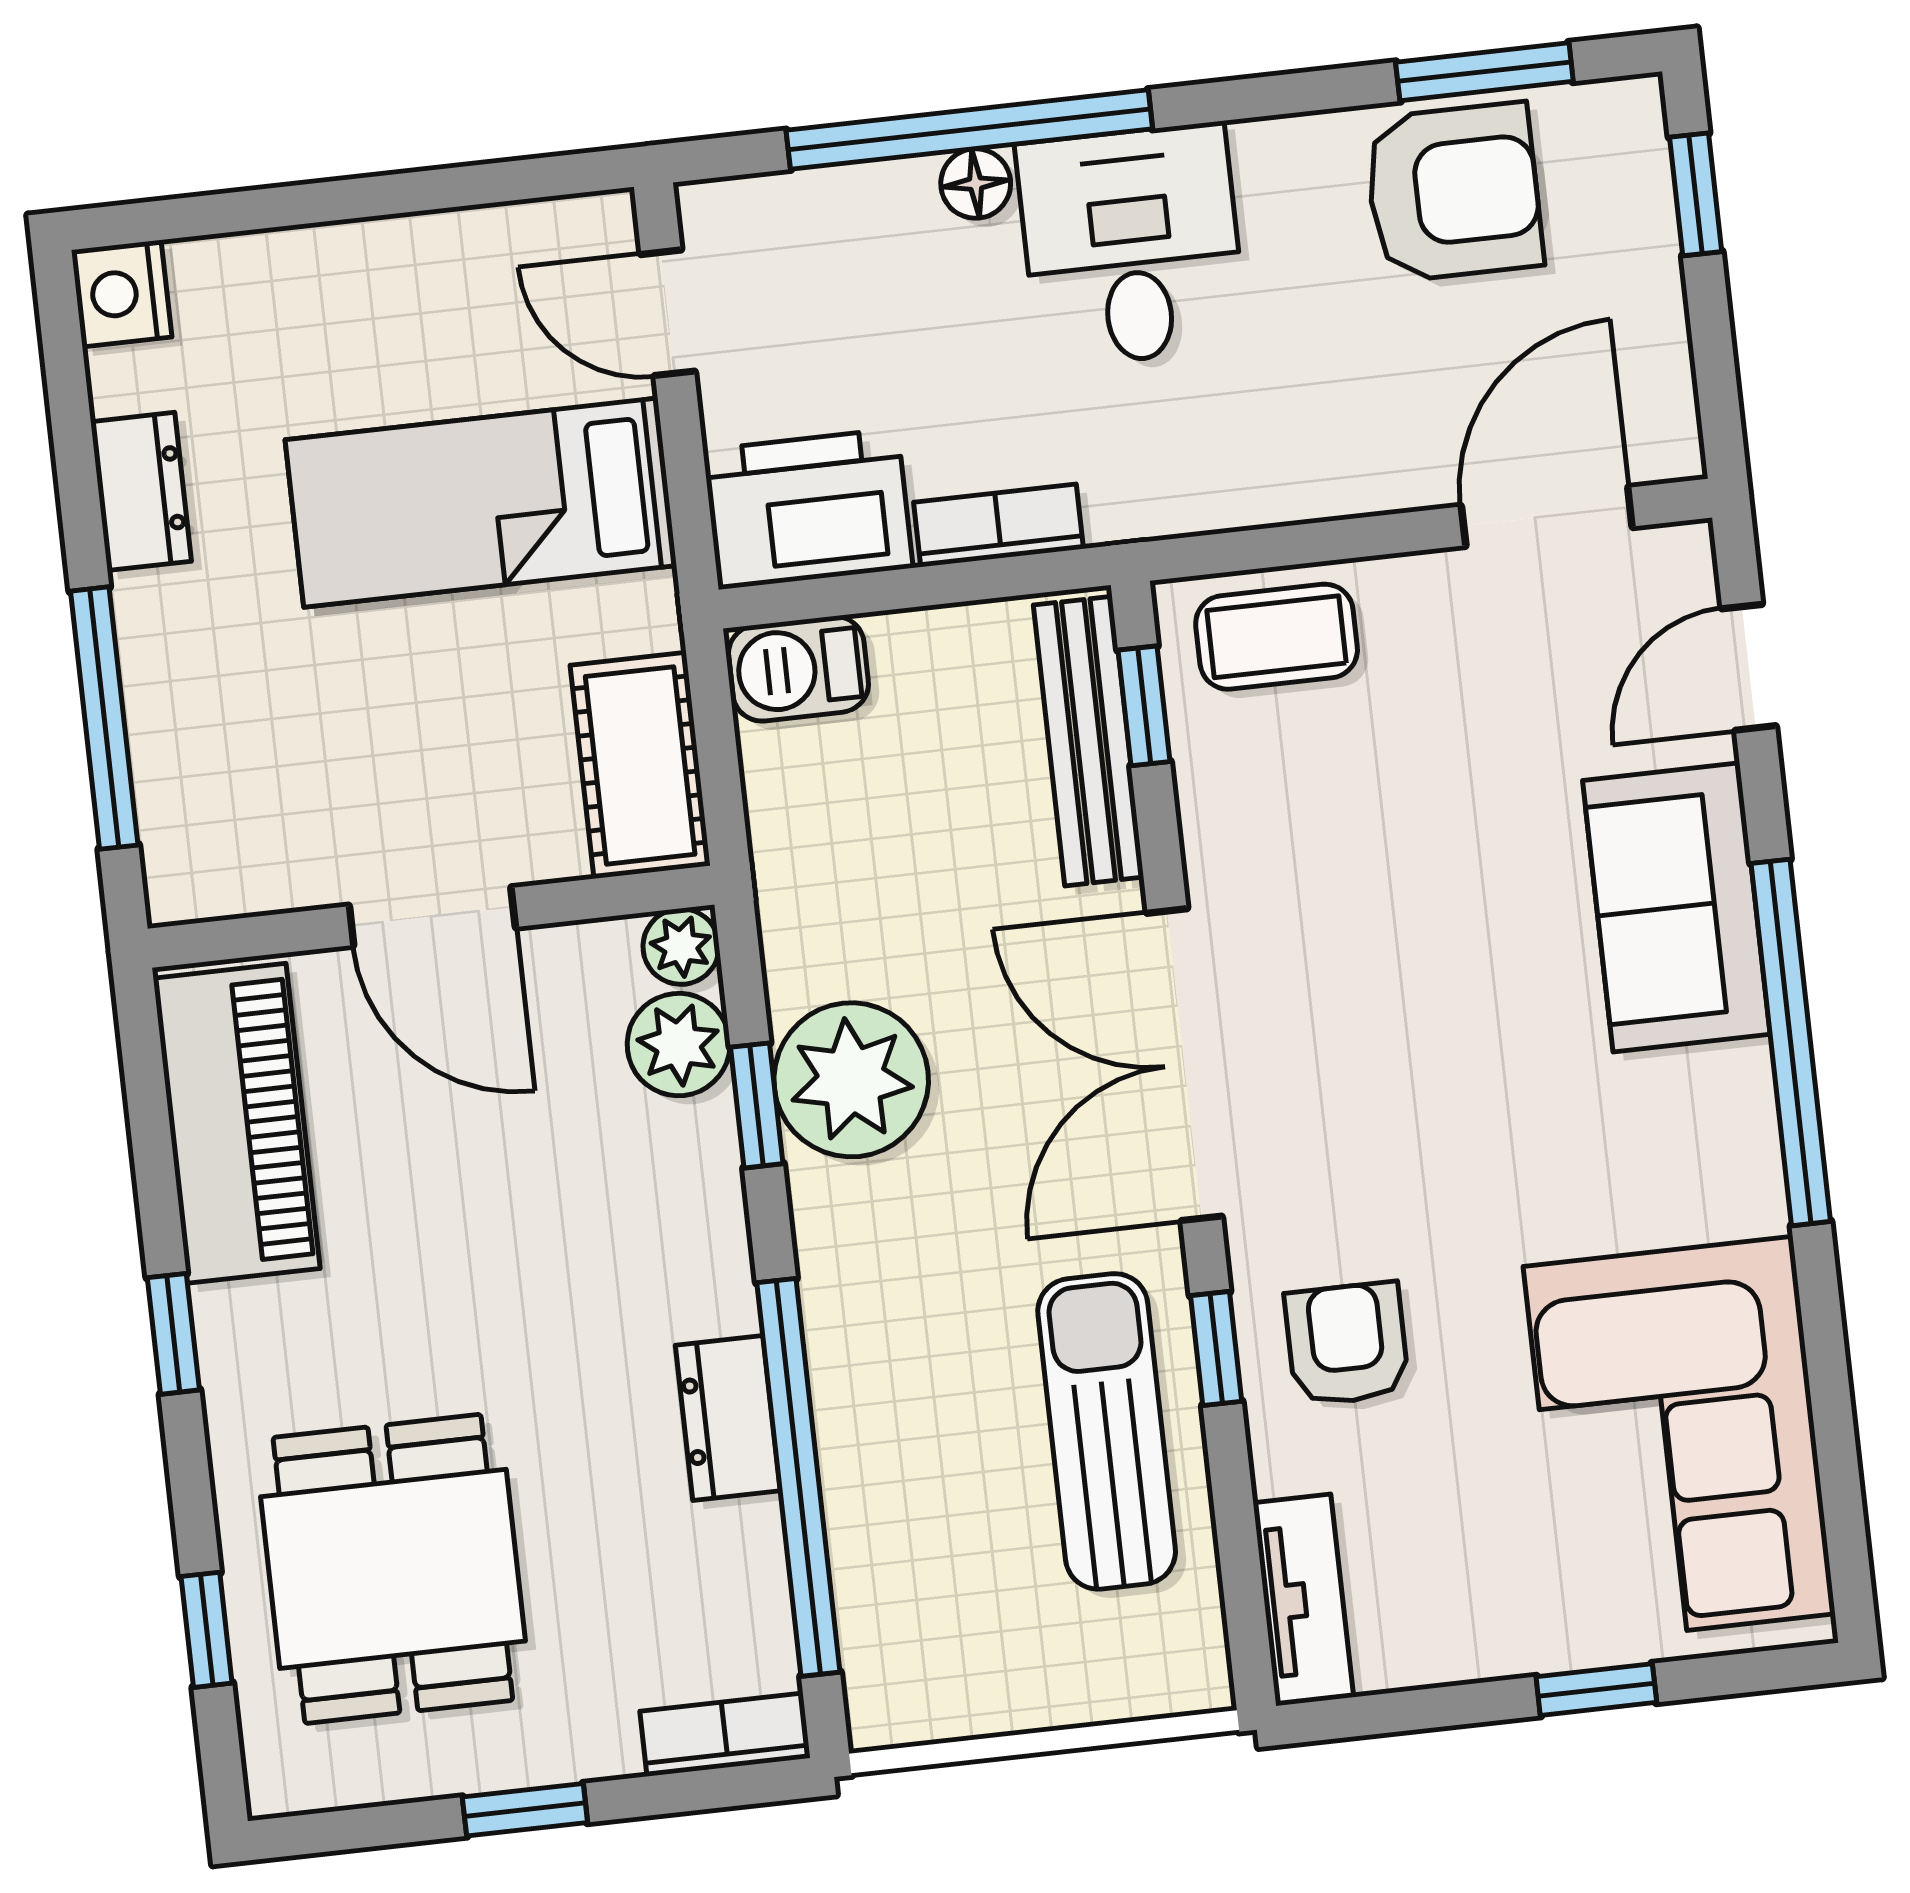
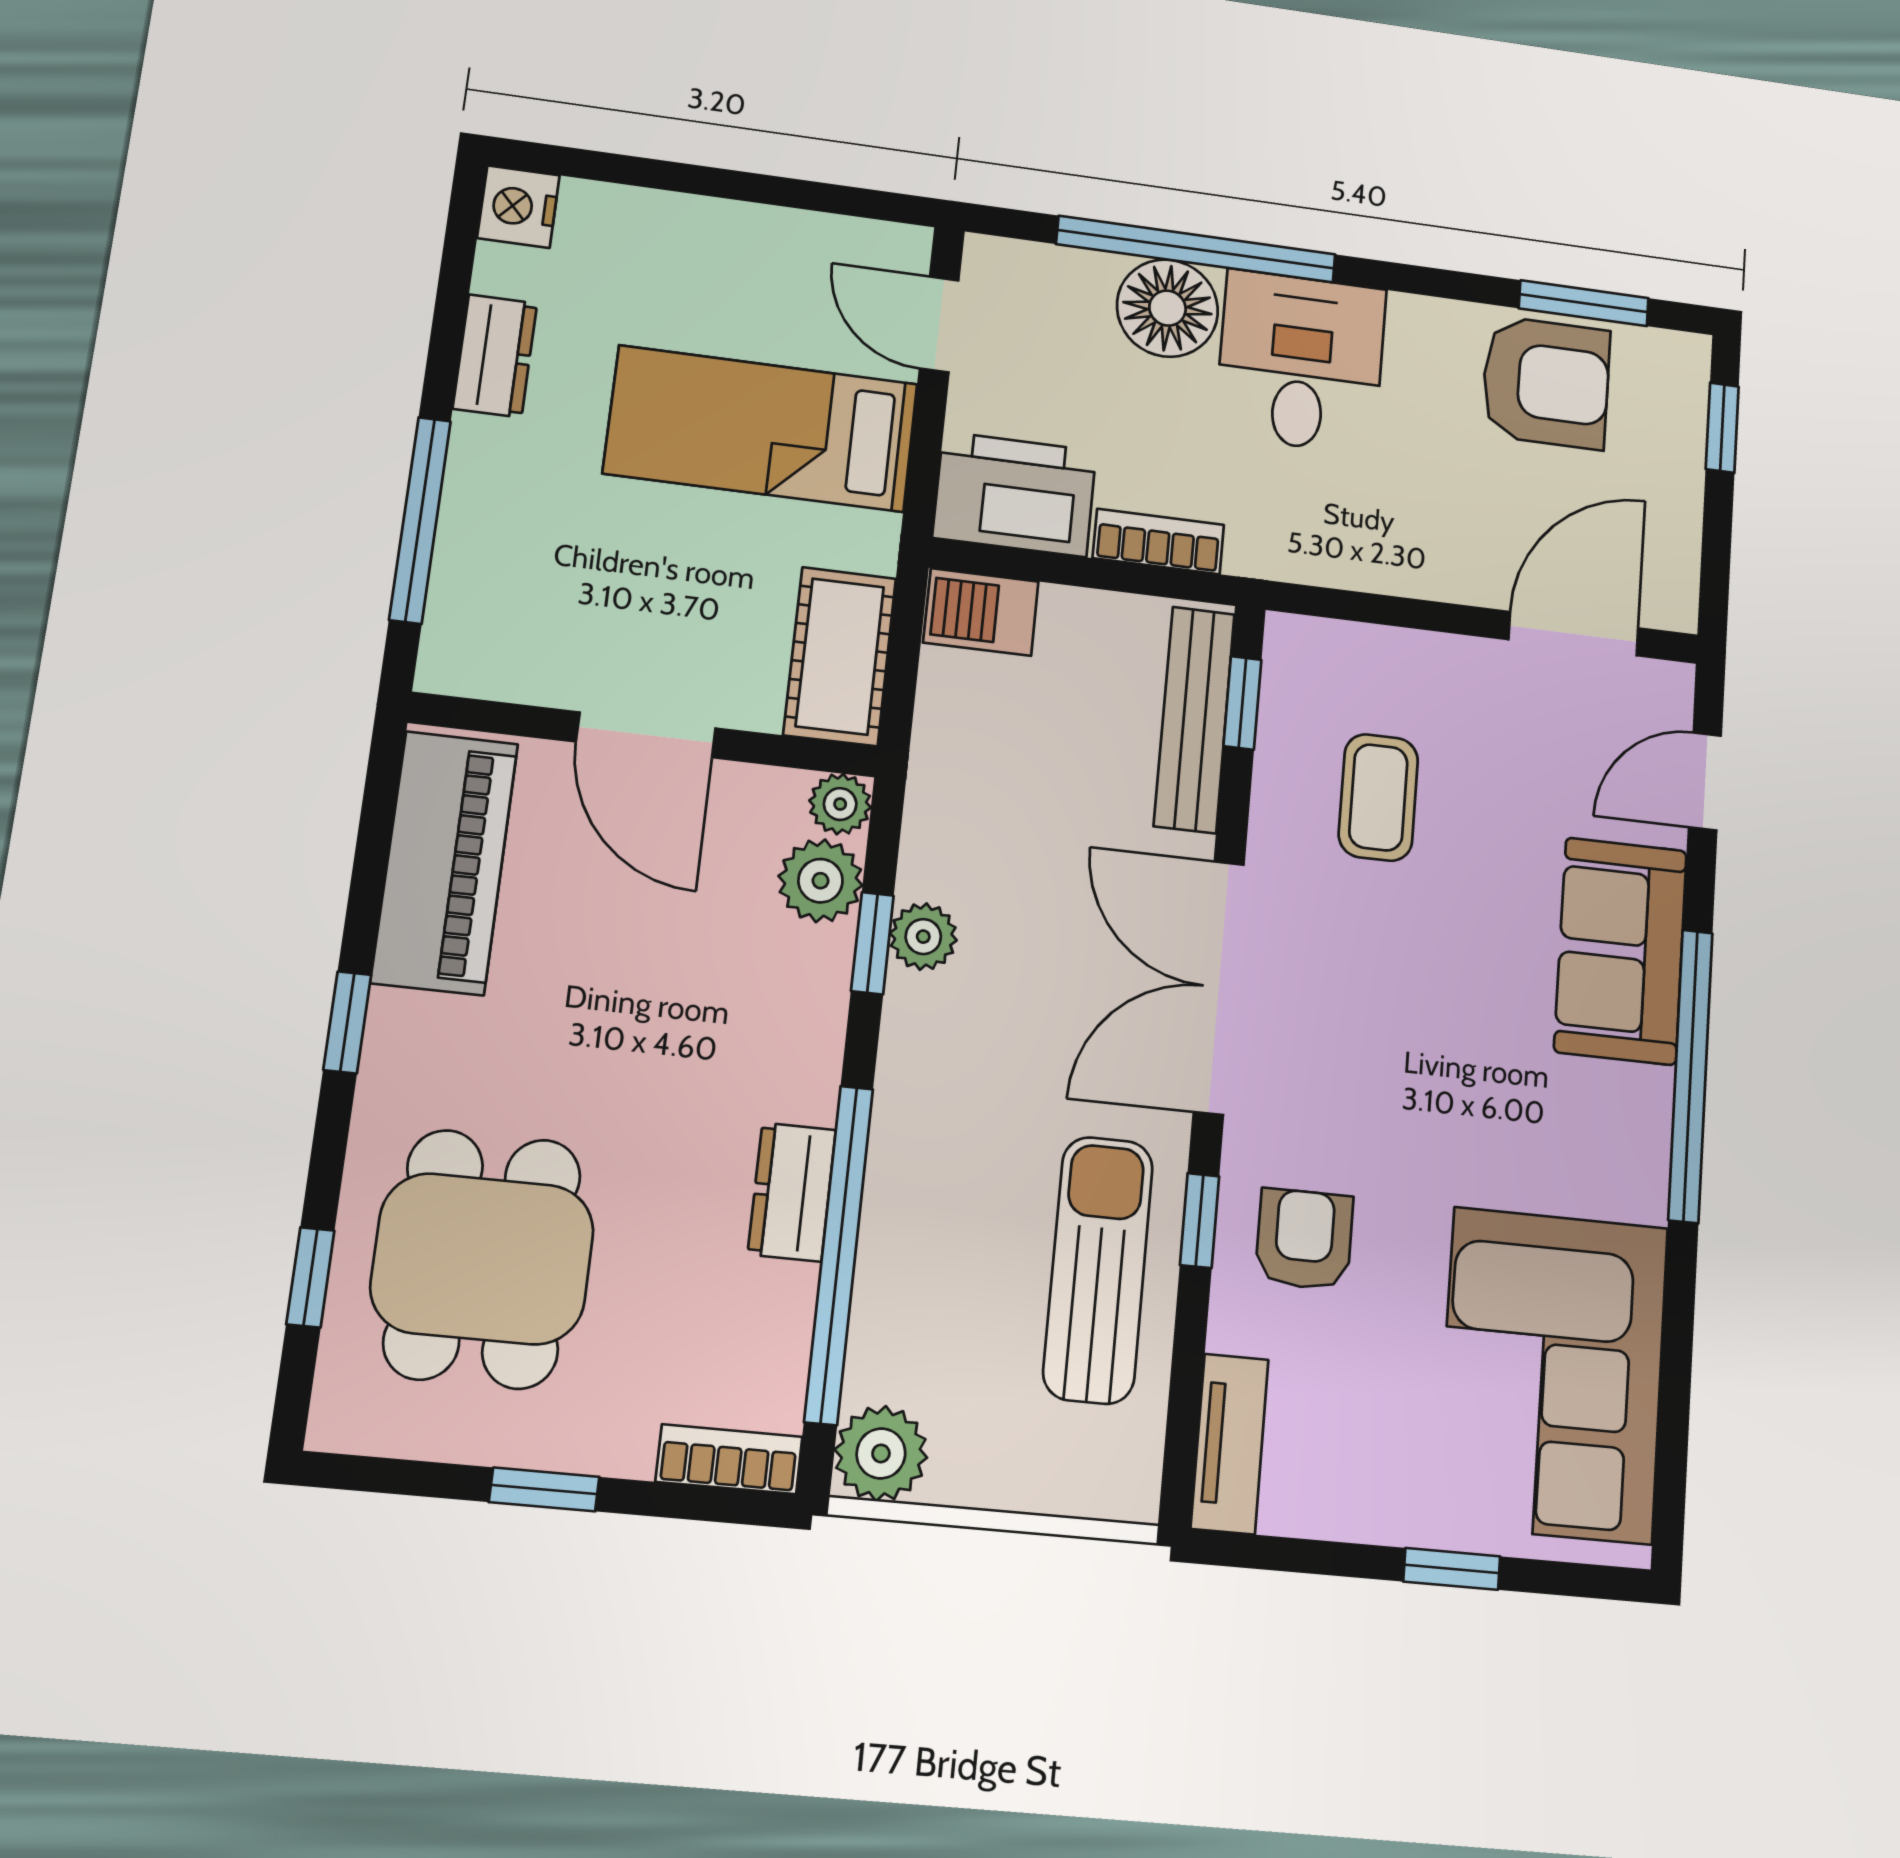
floor lamp: (976, 184) -> (1167, 308), width x1.89, depth x1.89
coffee table: (1277, 637) -> (1378, 797), moved, turned 90
plant: (851, 1080) -> (923, 937), width x0.53, depth x0.53
plant: (897, 1693) -> (881, 1453), added

